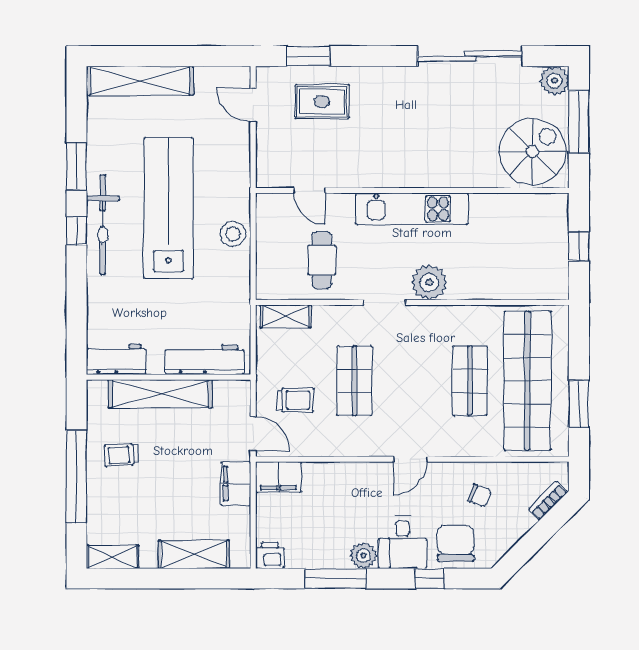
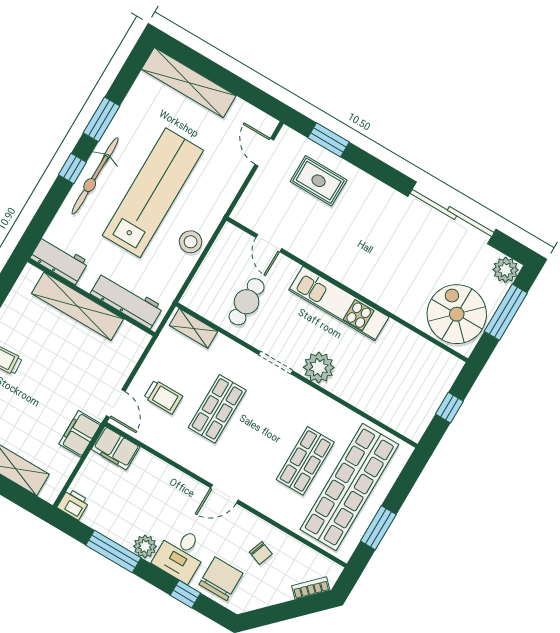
spiral stairs: (533, 152) -> (457, 314), turned -90
workbench: (116, 359) -> (59, 260), moved
workbench: (205, 360) -> (127, 300), moved
wall: (168, 377) -> (91, 297), moved
shelving: (160, 394) -> (77, 306), moved

